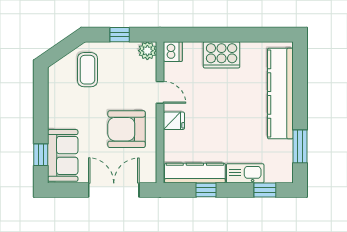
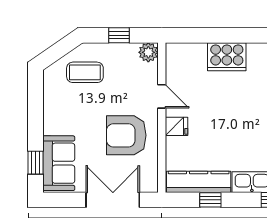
dishwasher: (173, 52) -> (175, 53), removed
coffee table: (87, 70) -> (85, 72), turned 90

